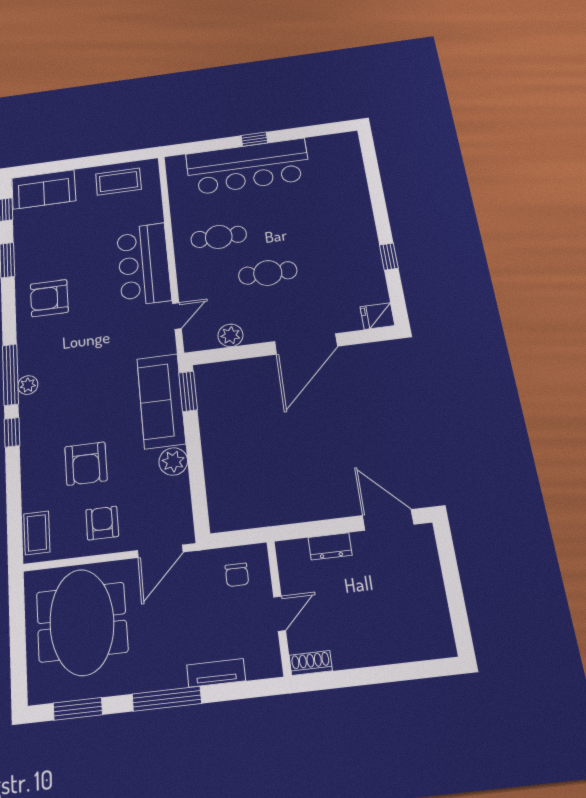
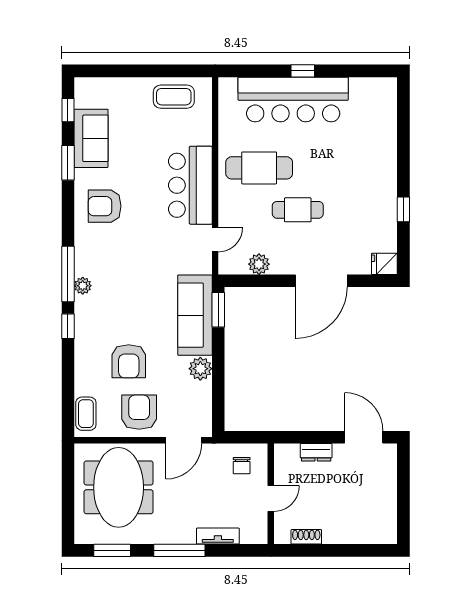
sofa: (44, 189) -> (91, 138), moved, turned -90
cafe table: (219, 237) -> (259, 168), width x1.37, depth x1.35
armchair: (102, 523) -> (139, 412), width x1.38, depth x1.38
shoe rack: (311, 663) -> (306, 537), moved

